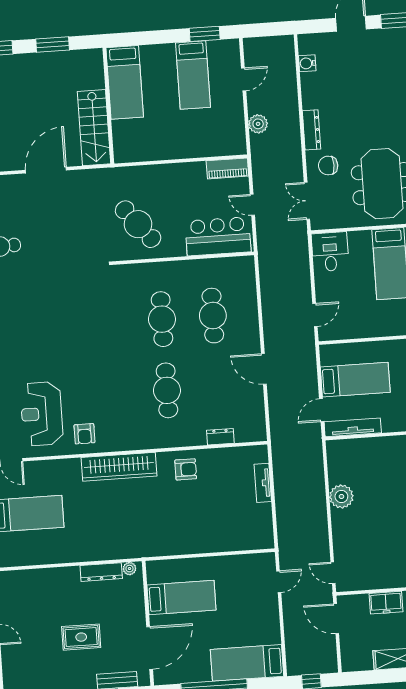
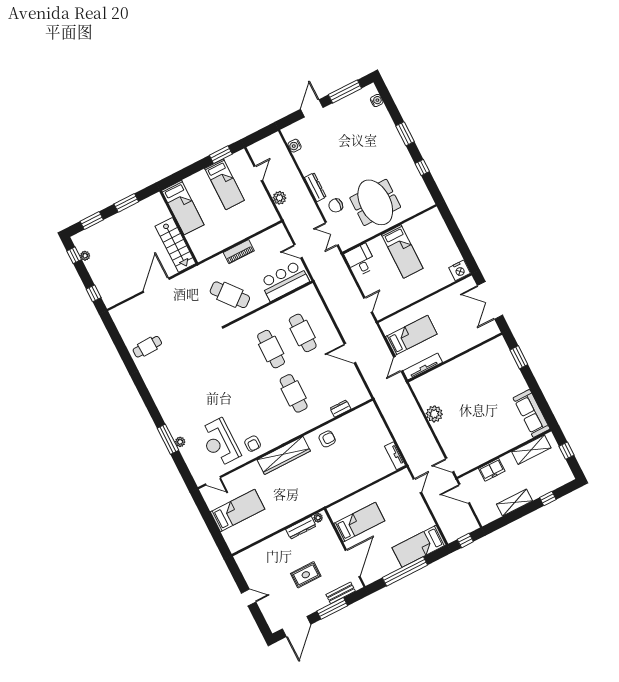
piano: (227, 168) -> (239, 252), moved
tv unit: (263, 483) -> (395, 456), moved

